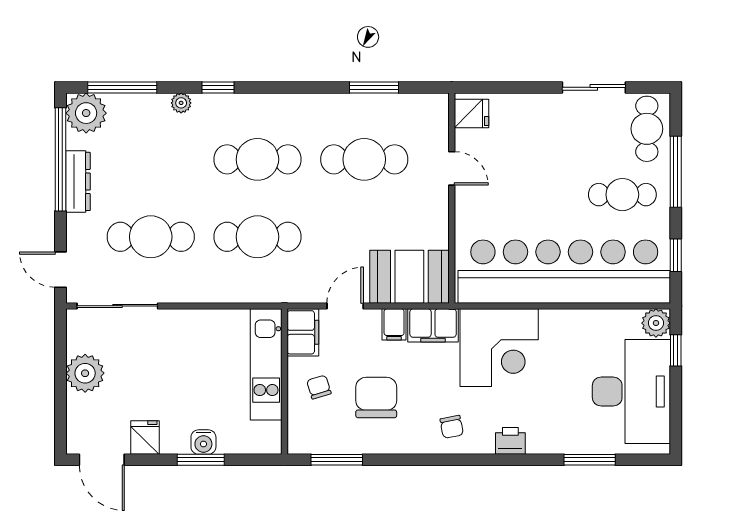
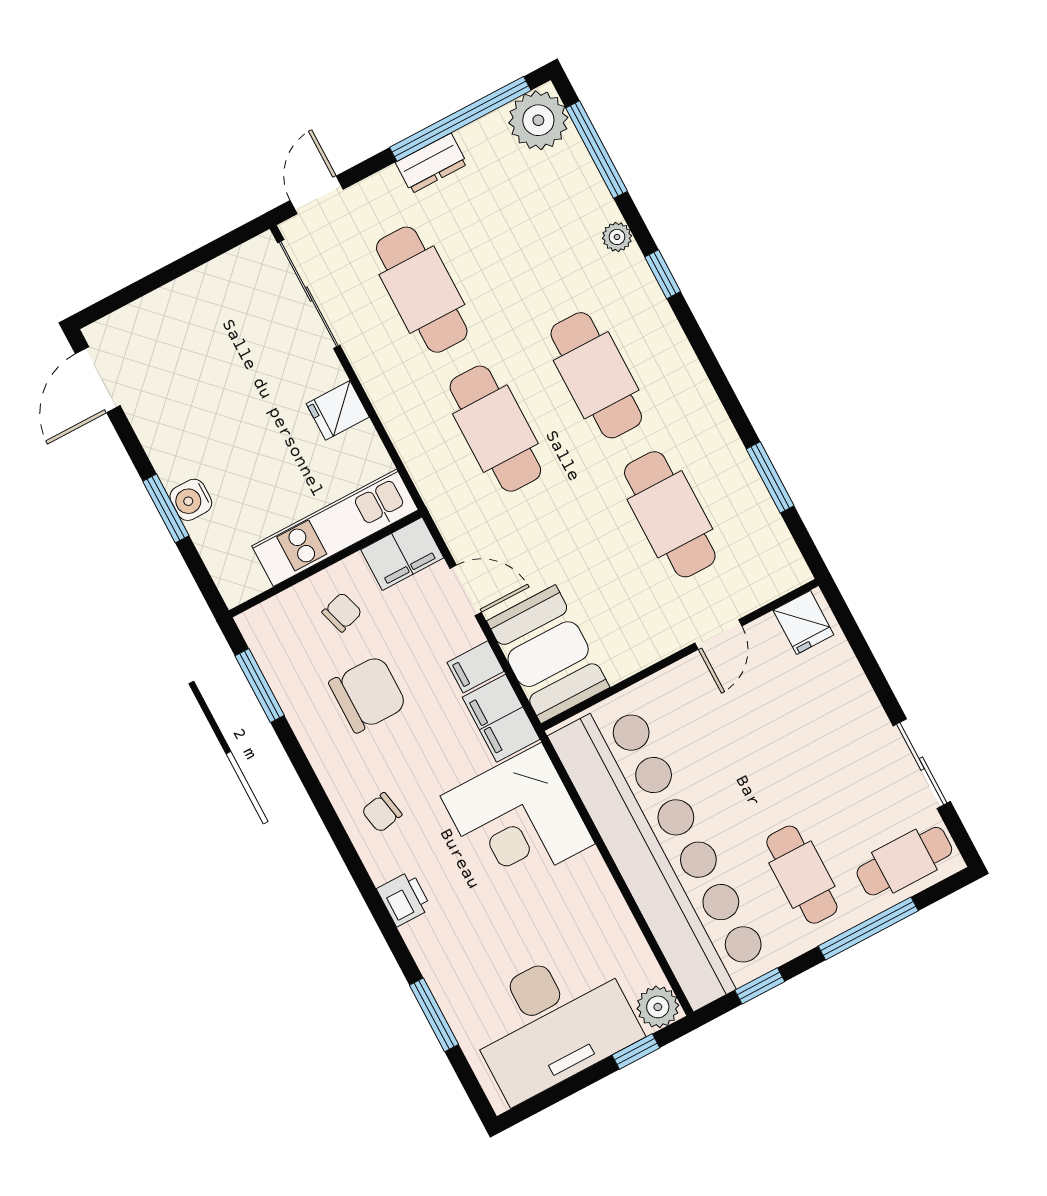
dresser: (78, 181) -> (431, 163), width x0.70
plant: (85, 373) -> (199, 298), removed
fridge: (145, 438) -> (338, 410), moved, turned 180

